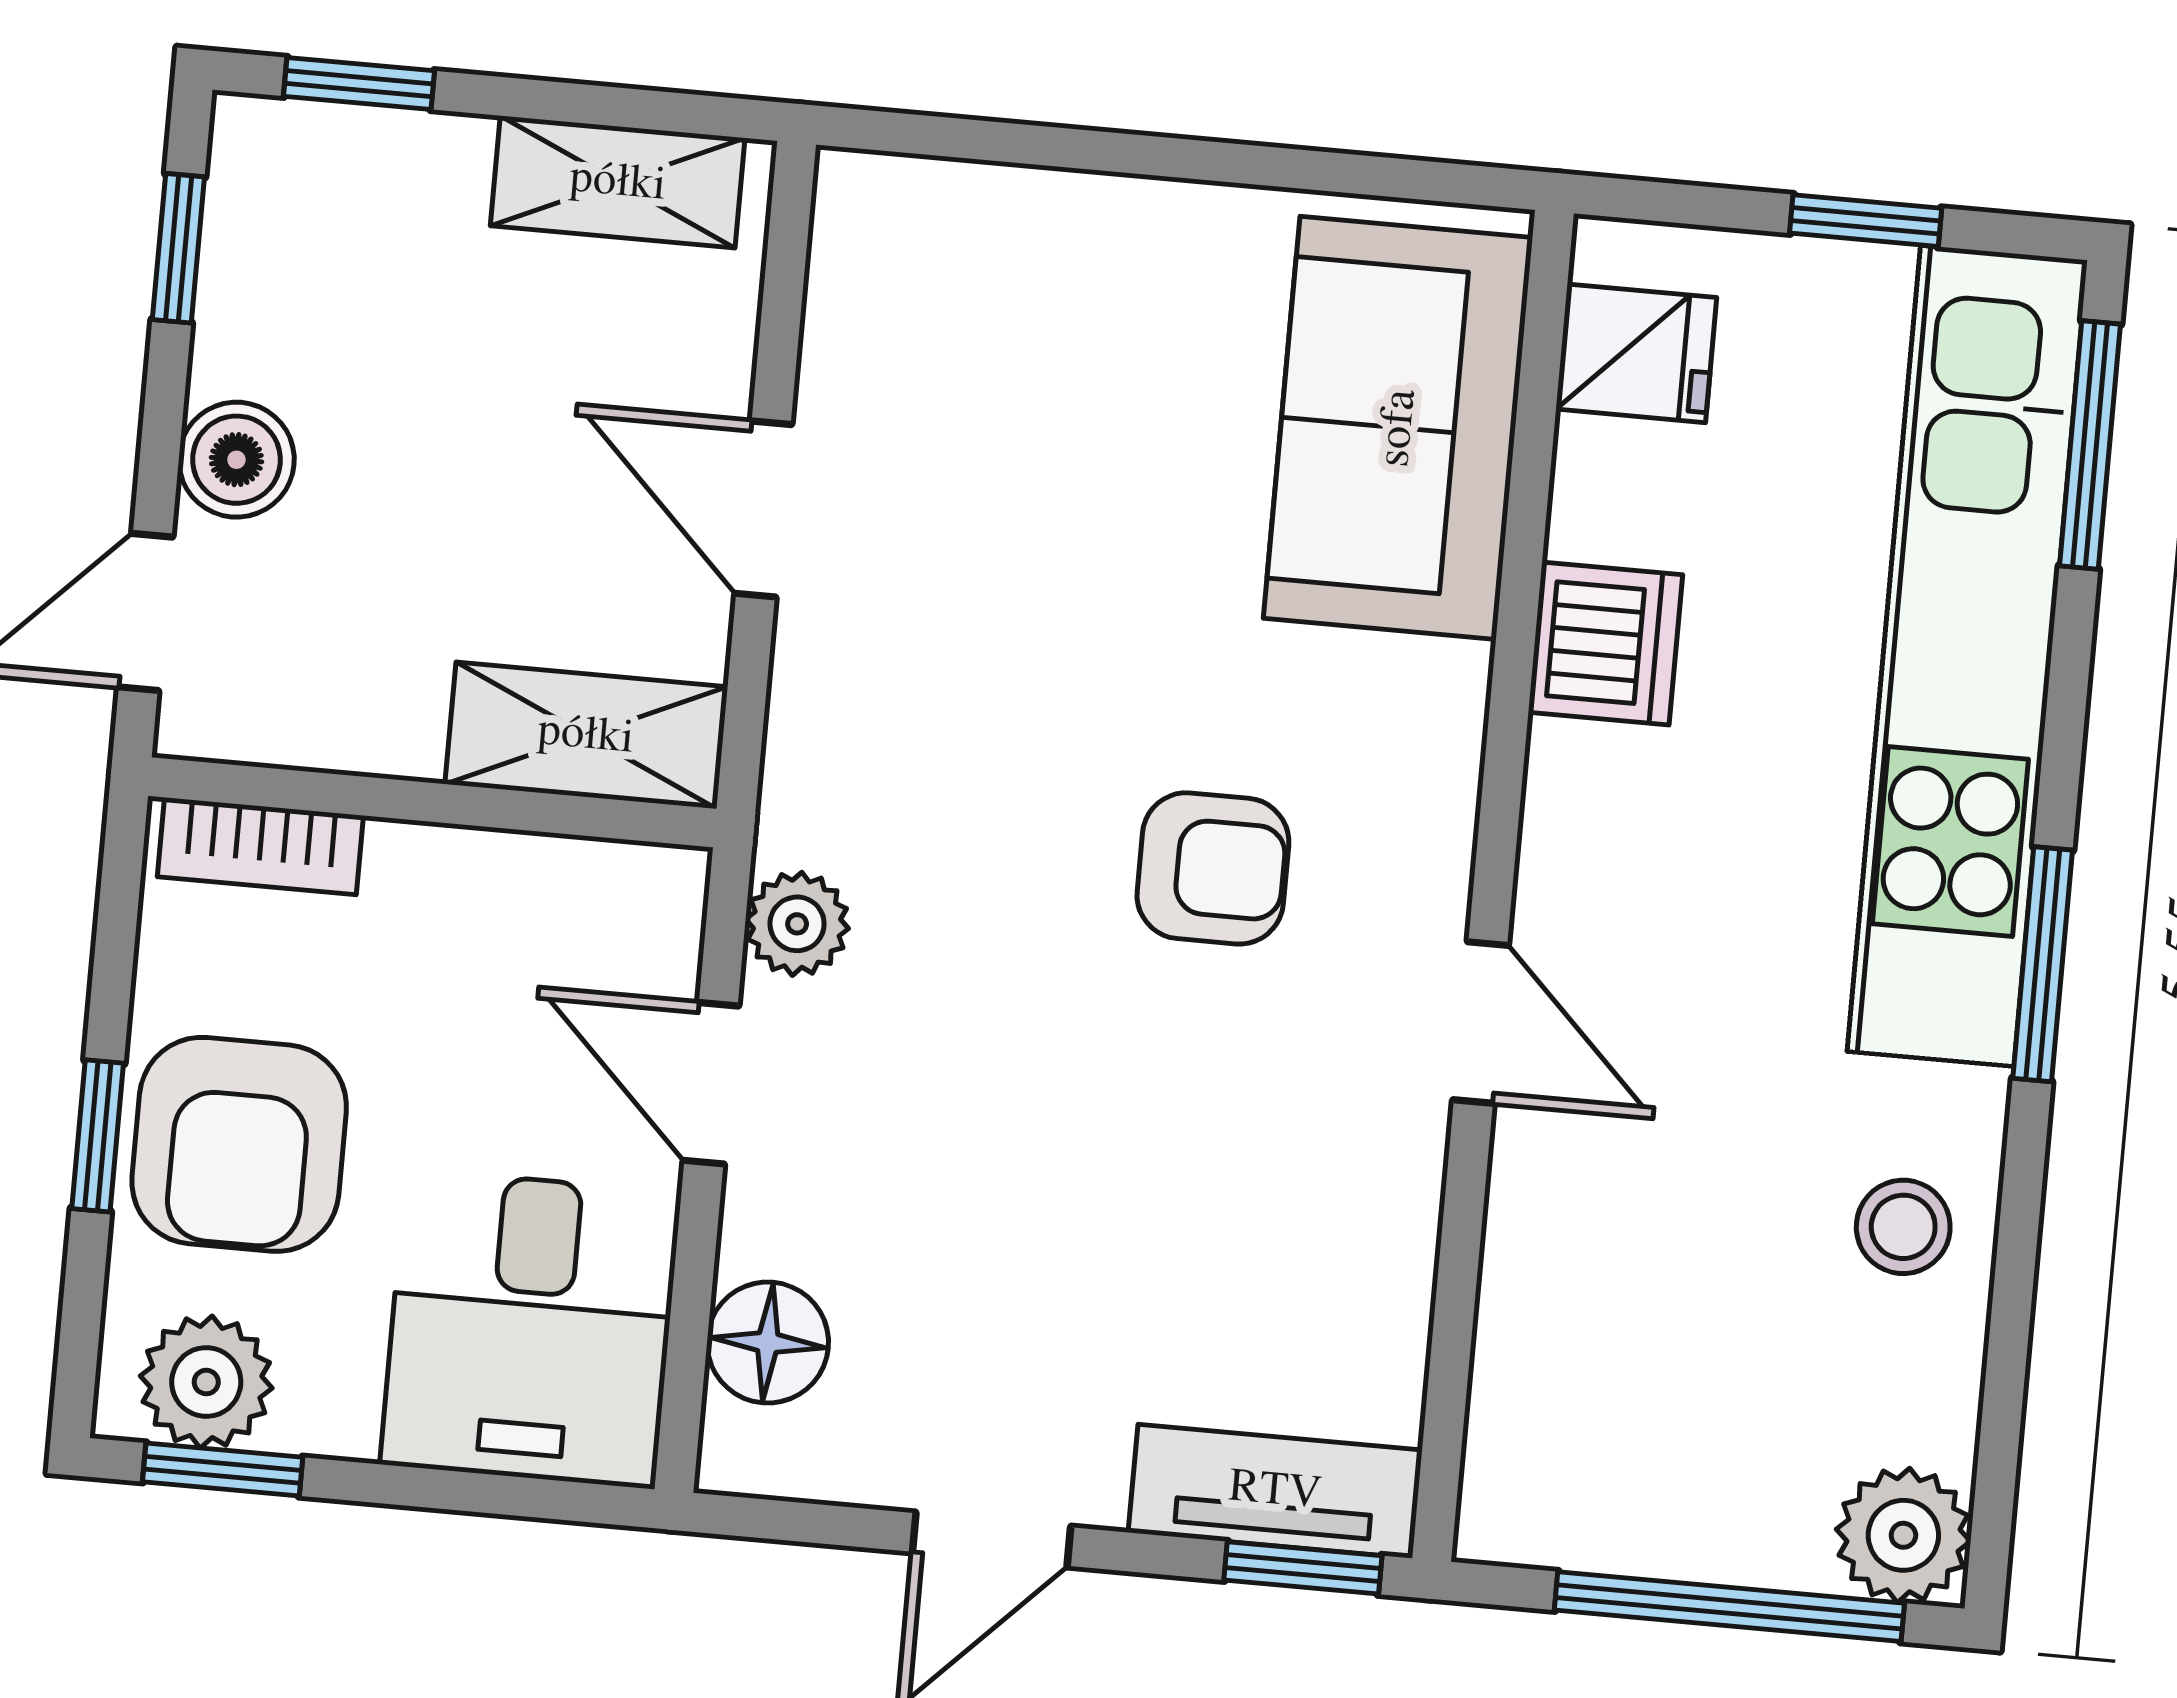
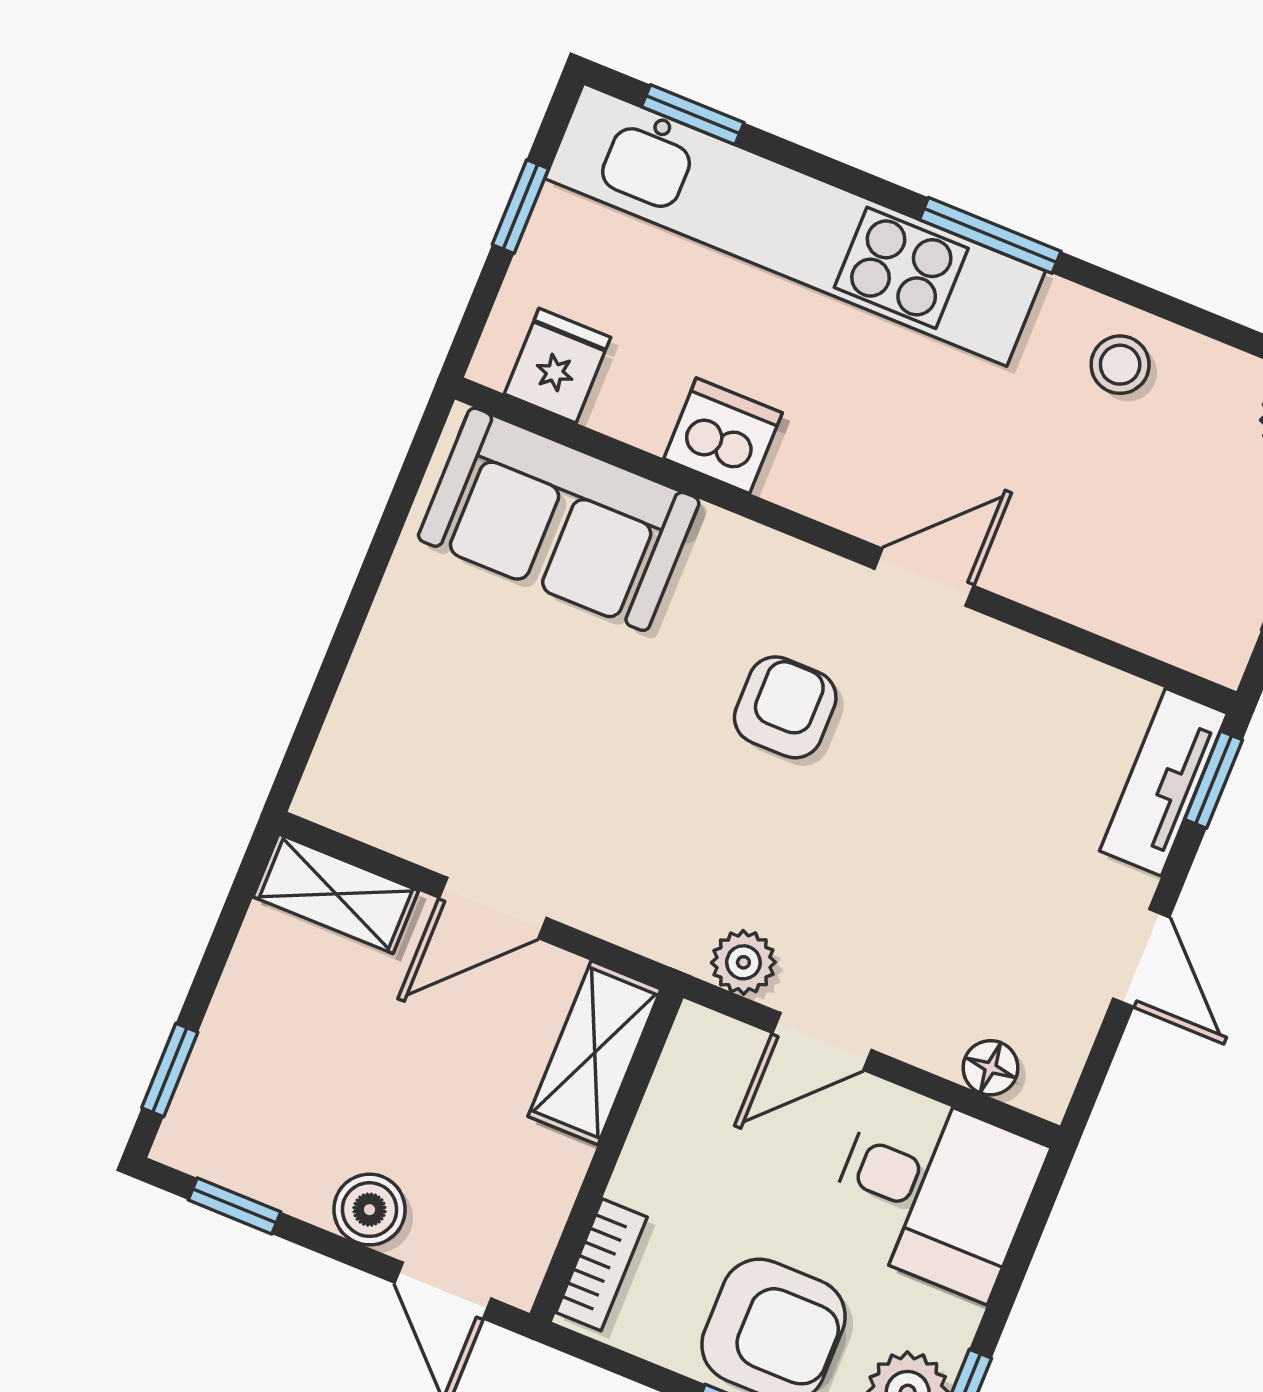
shelving: (618, 182) -> (336, 894), moved, turned 90
window: (2090, 445) -> (693, 115), width x0.67
floor lamp: (768, 1343) -> (991, 1068), width x0.73, depth x0.73

